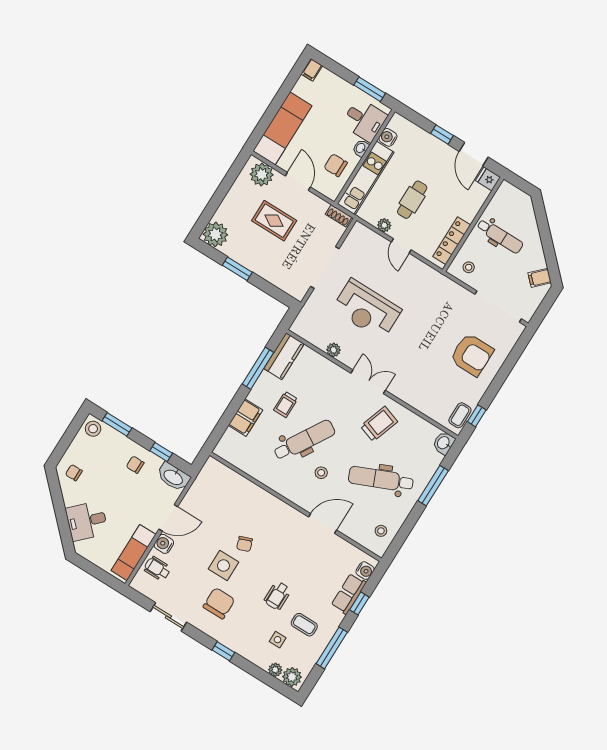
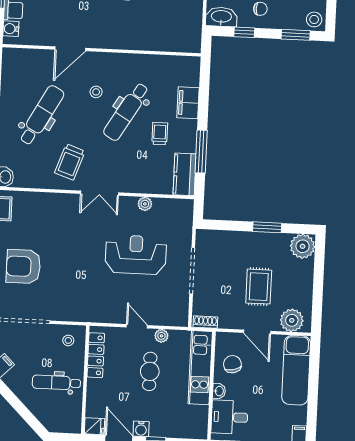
water cooler: (388, 137) -> (141, 429), moved, turned 90
chair: (336, 165) -> (232, 364), turned -102
rug: (274, 221) -> (259, 287), turned 90
dental chair: (381, 479) -> (41, 115), turned -38
stool: (381, 531) -> (16, 71), removed

